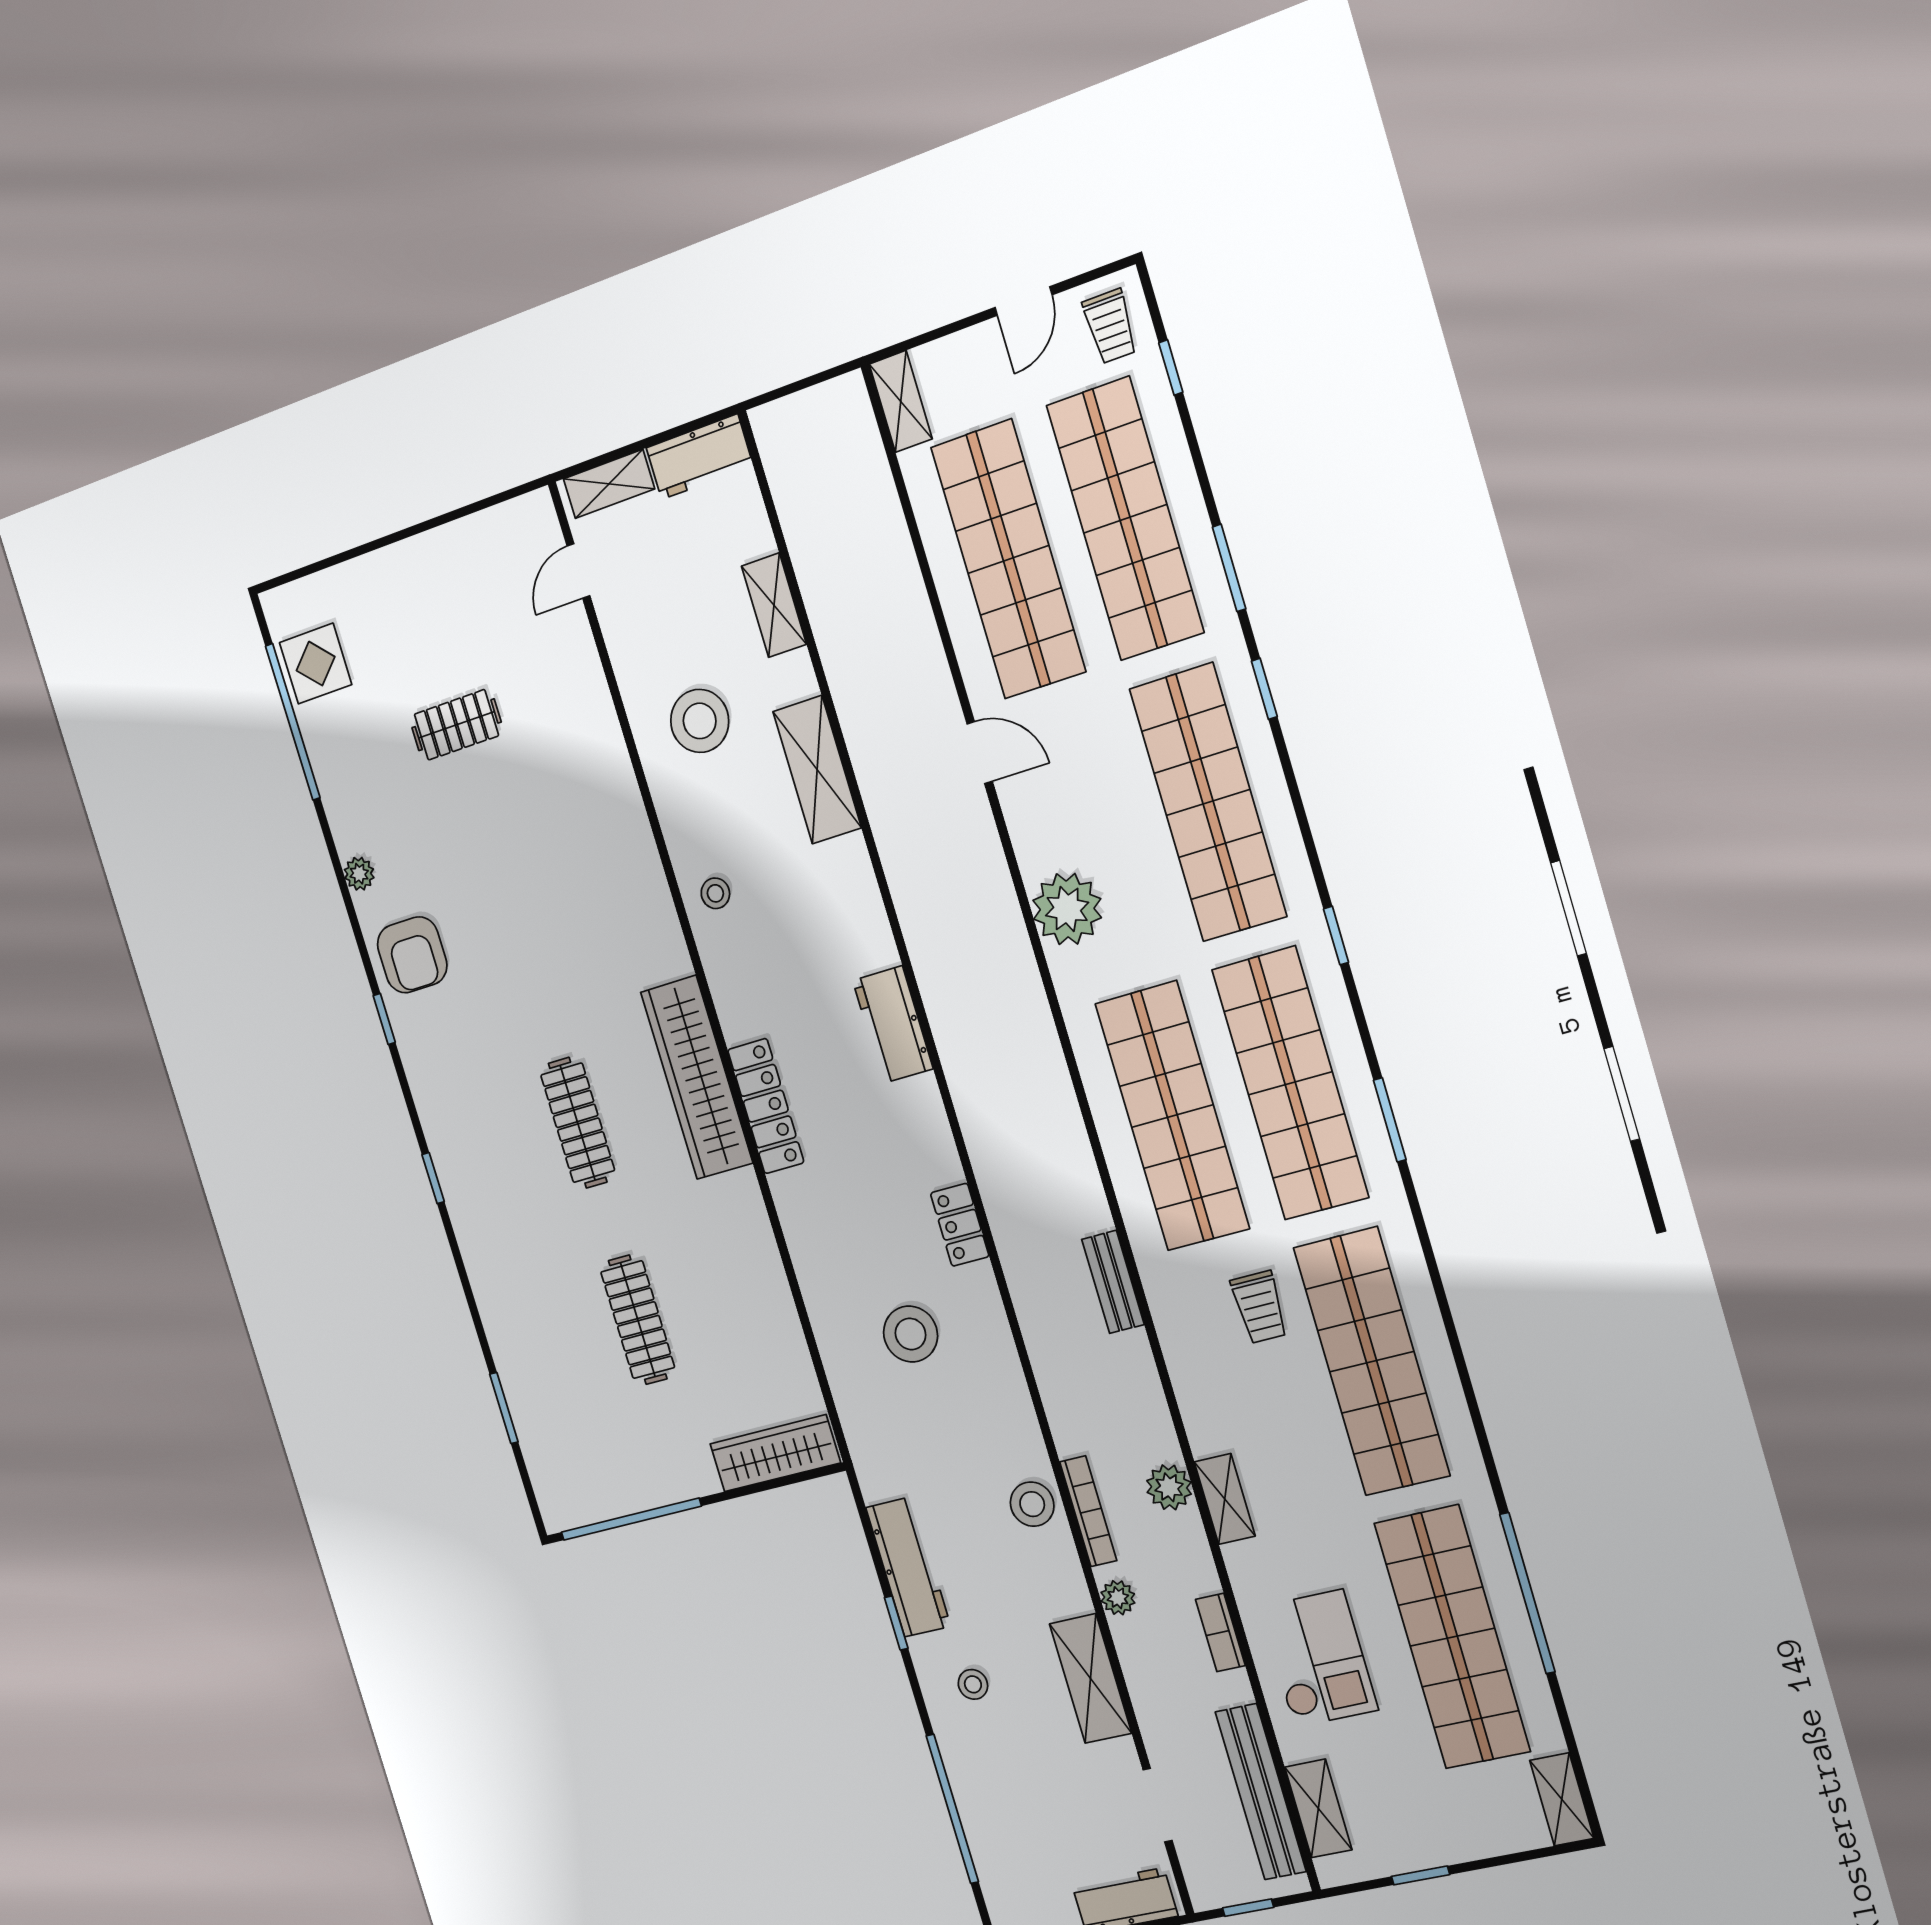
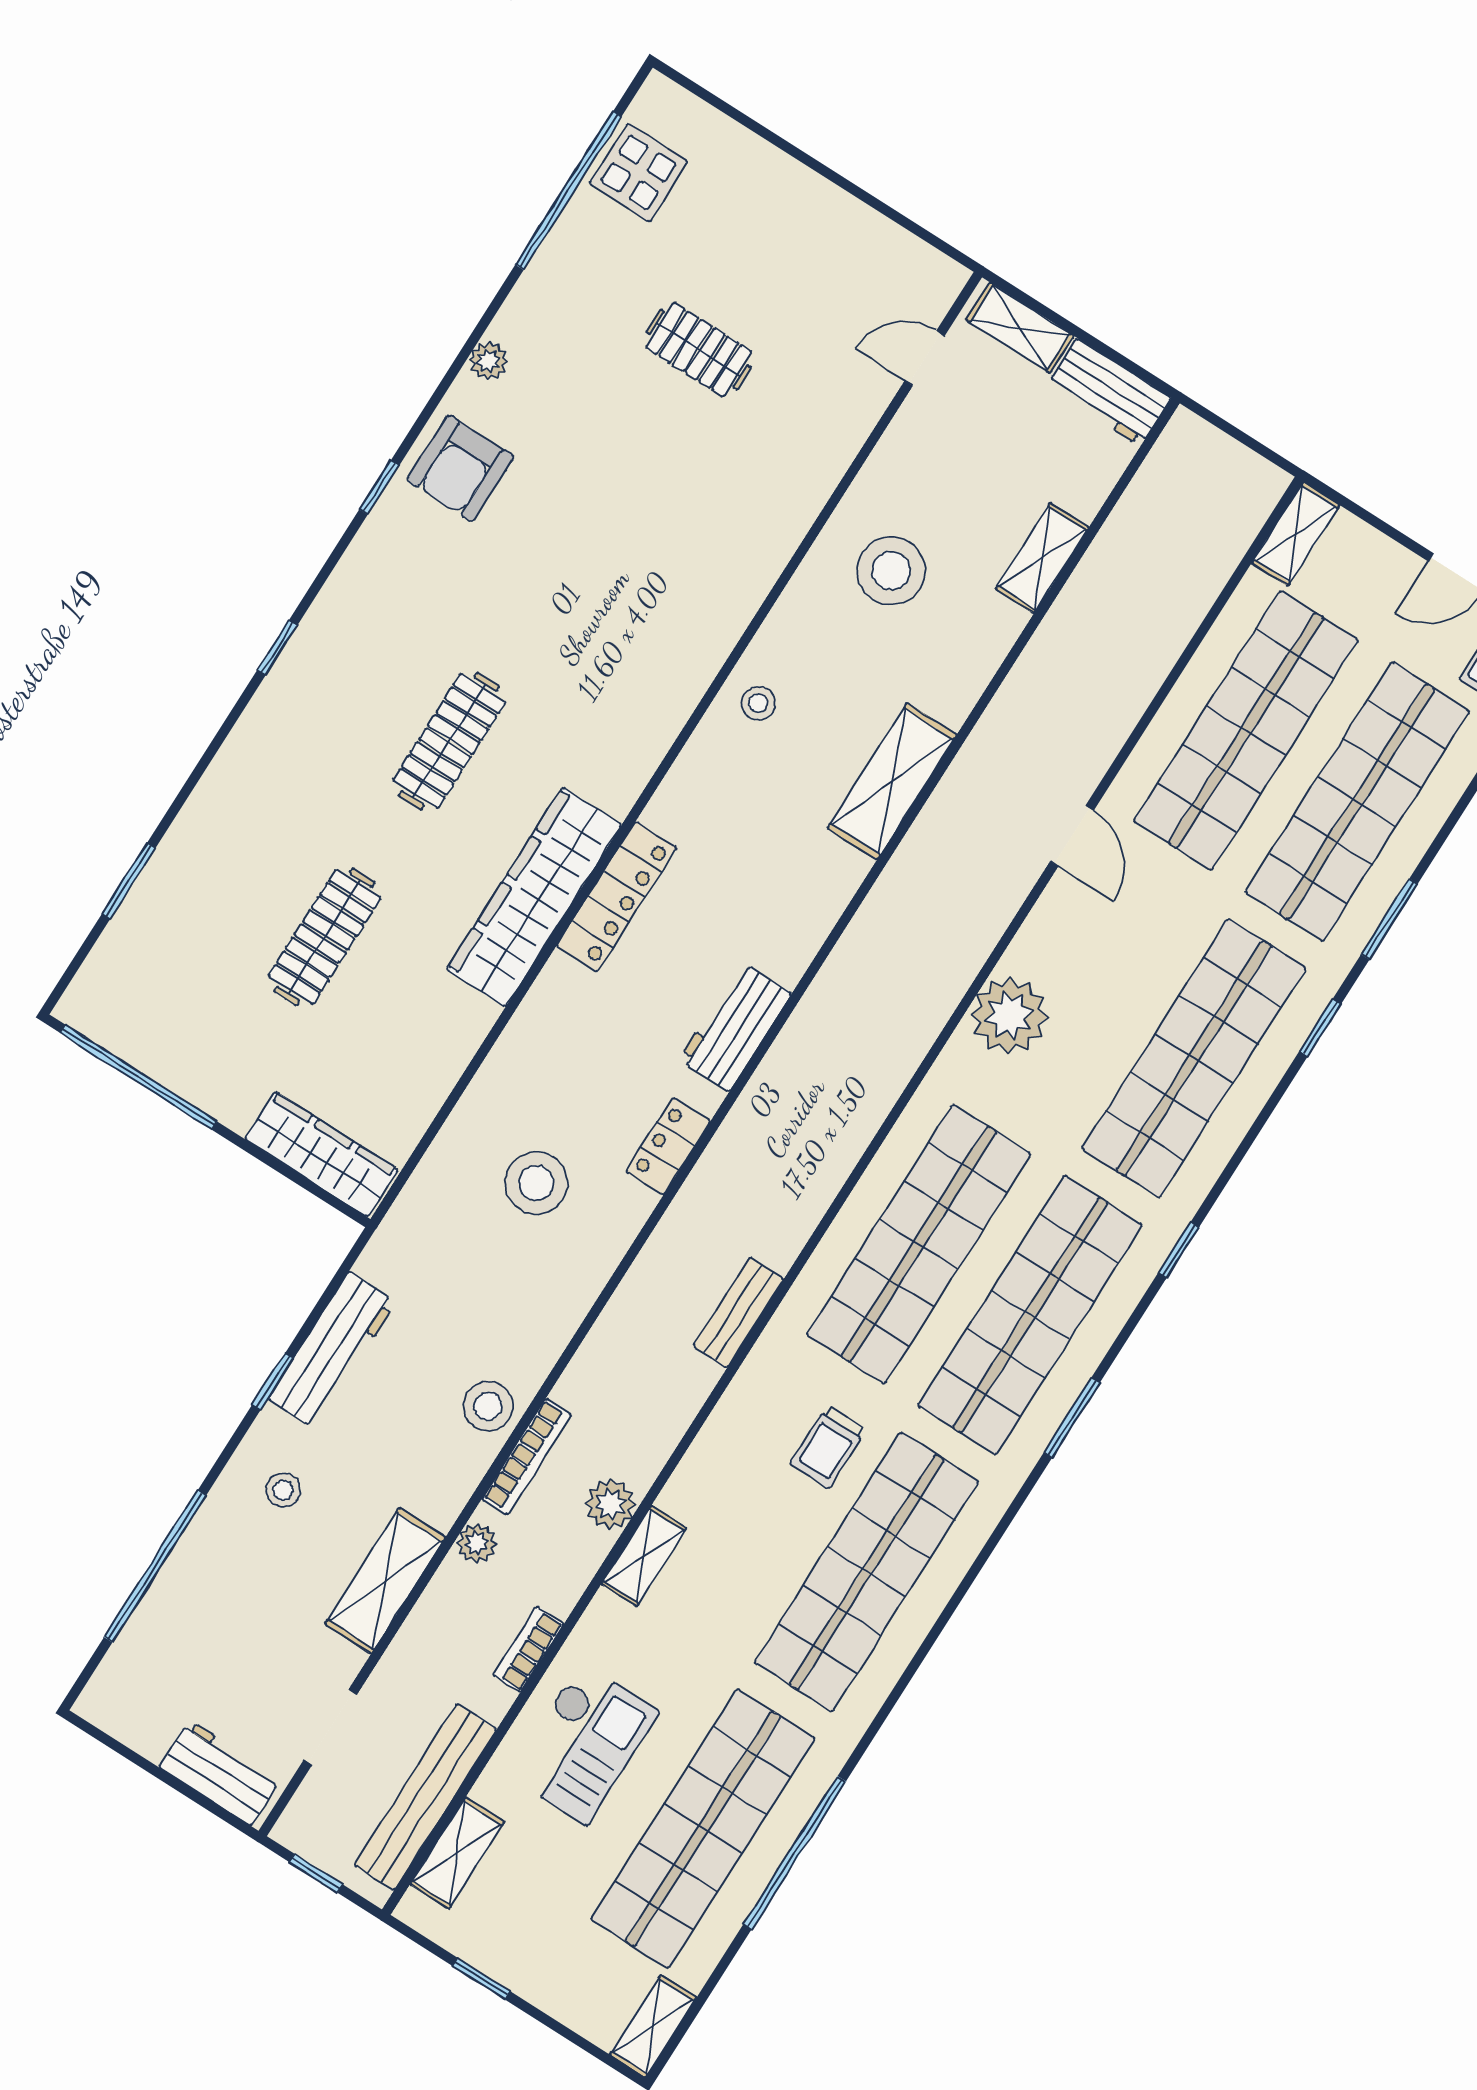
shelving: (817, 770) -> (892, 781), moved
workbench: (893, 1025) -> (735, 1027), moved
wardrobe: (697, 1078) -> (534, 897), moved

